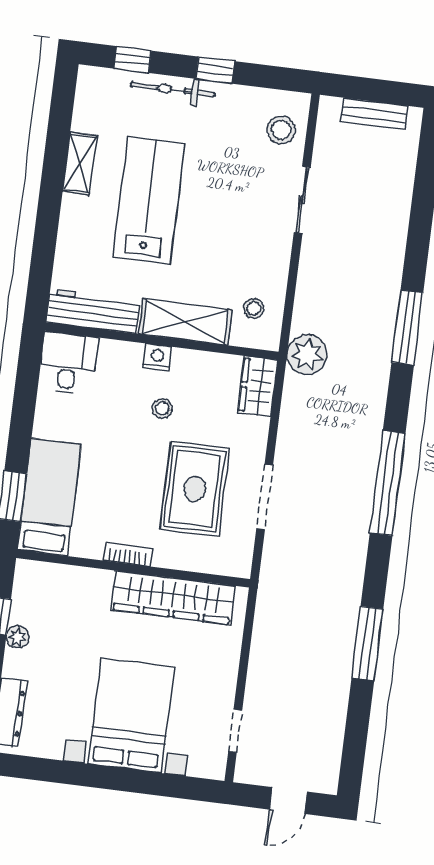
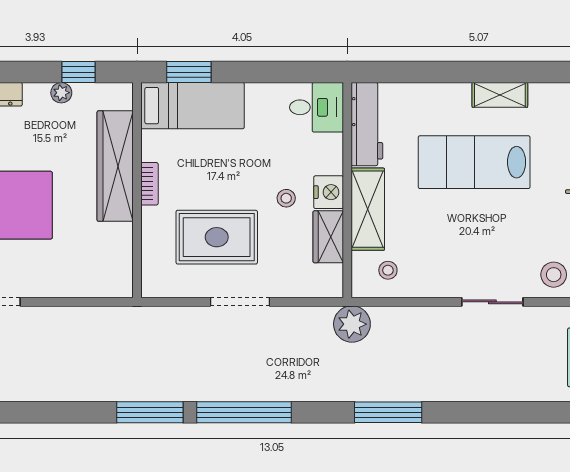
lab bench: (149, 200) -> (474, 162), turned 180
nightstand: (157, 357) -> (329, 192), width x1.36, depth x1.33
wardrobe: (258, 386) -> (328, 237), moved, turned -90
doorway: (265, 497) -> (240, 302), moved
wardrobe: (173, 598) -> (115, 166), moved
window: (367, 643) -> (150, 412), moved

